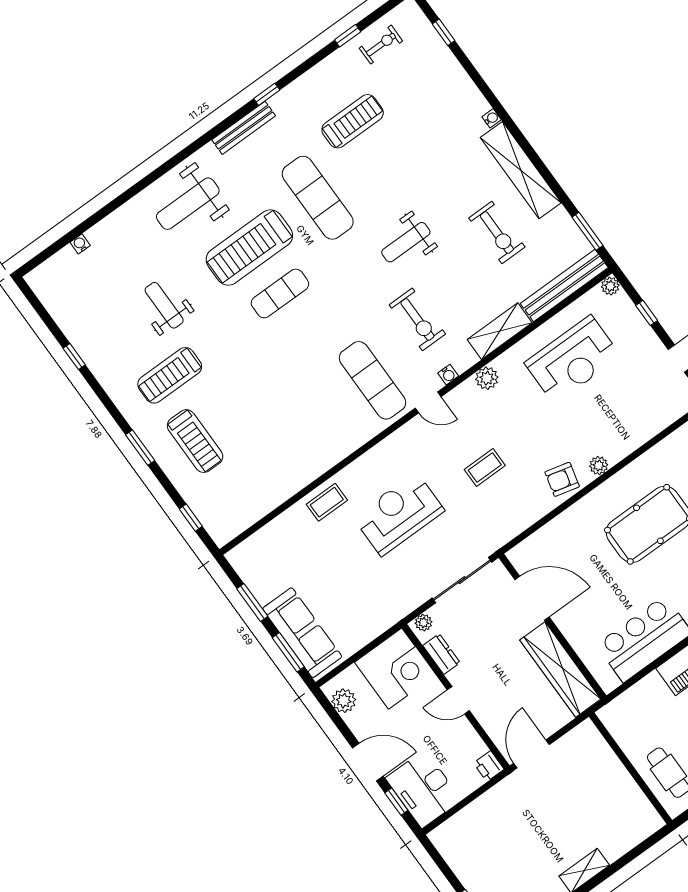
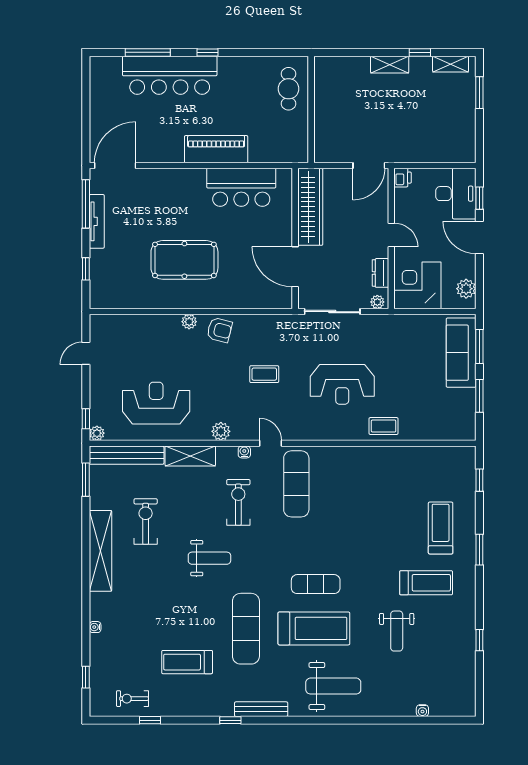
water cooler: (492, 118) -> (95, 627), moved
window: (647, 313) -> (86, 419), moved

